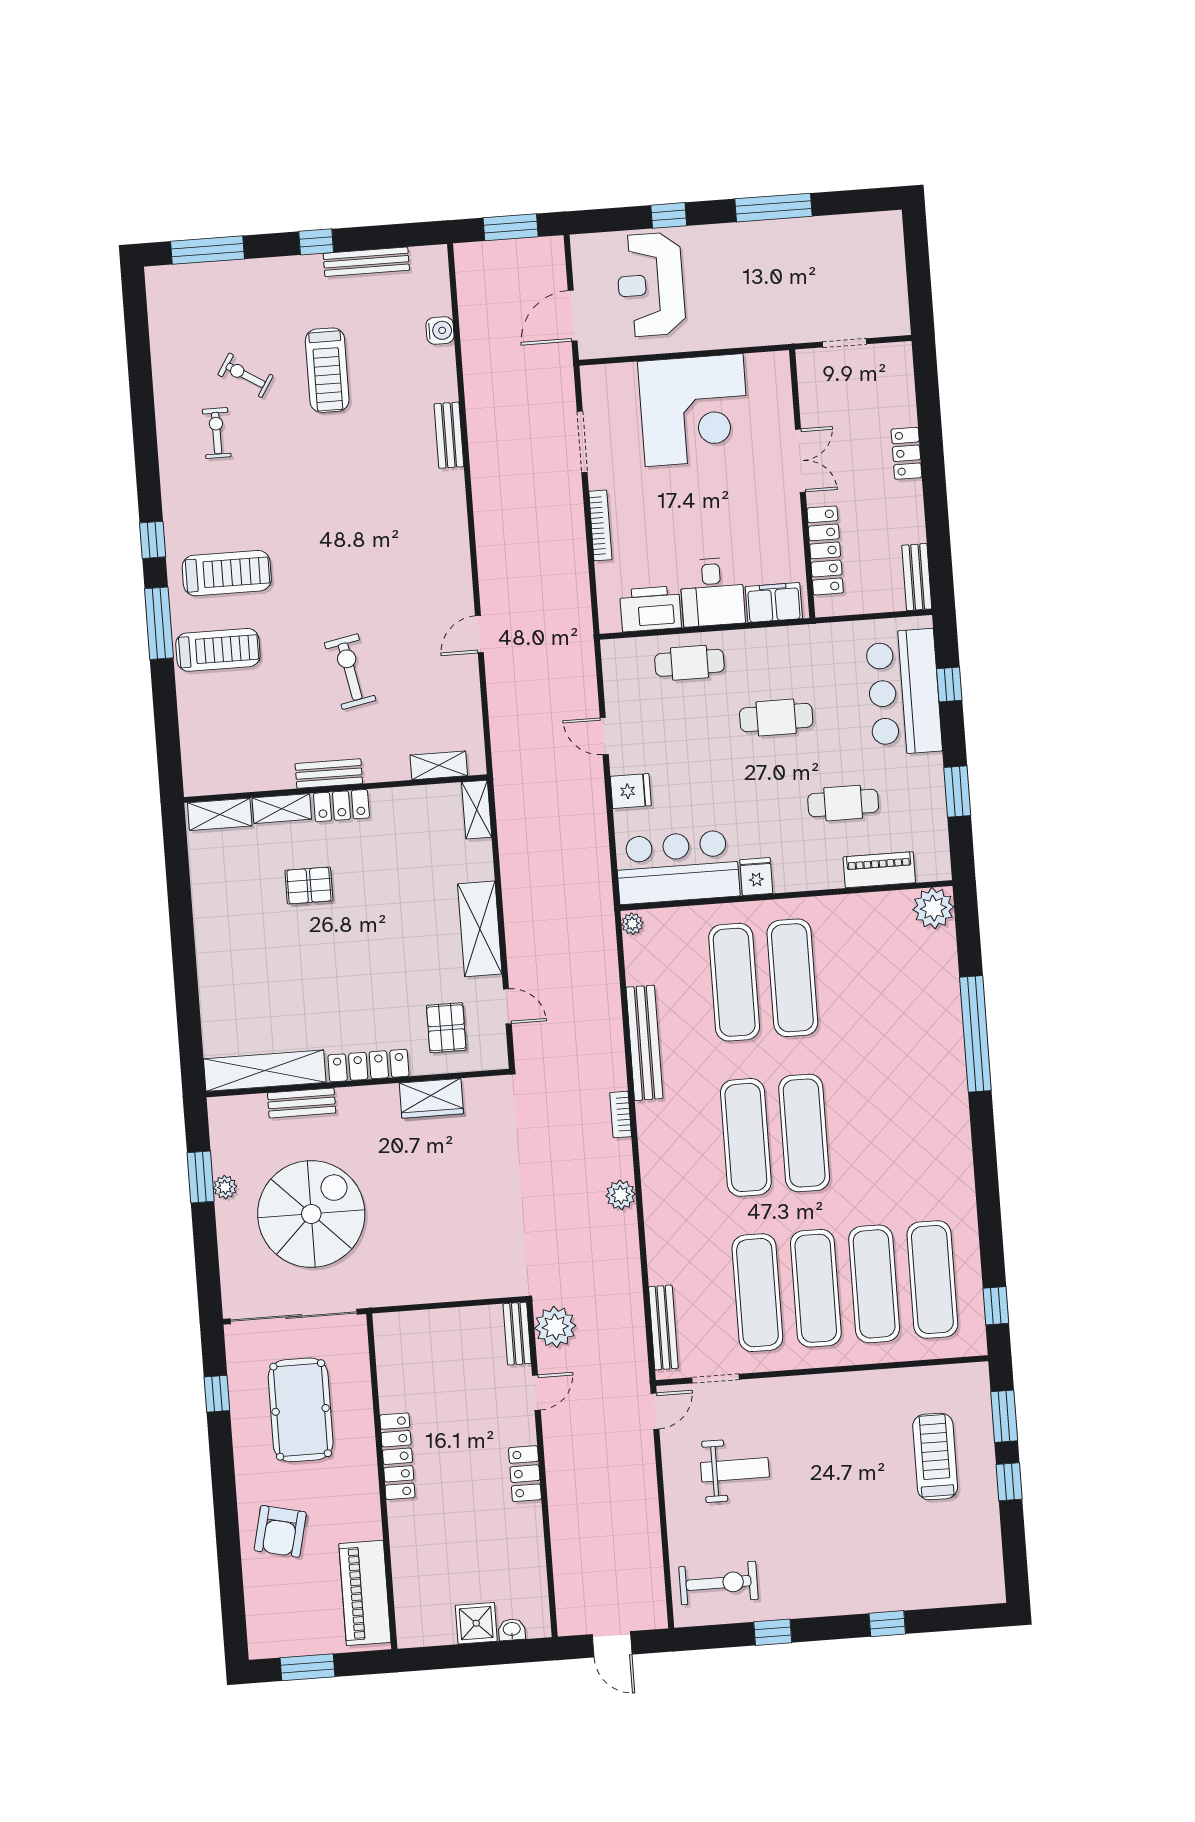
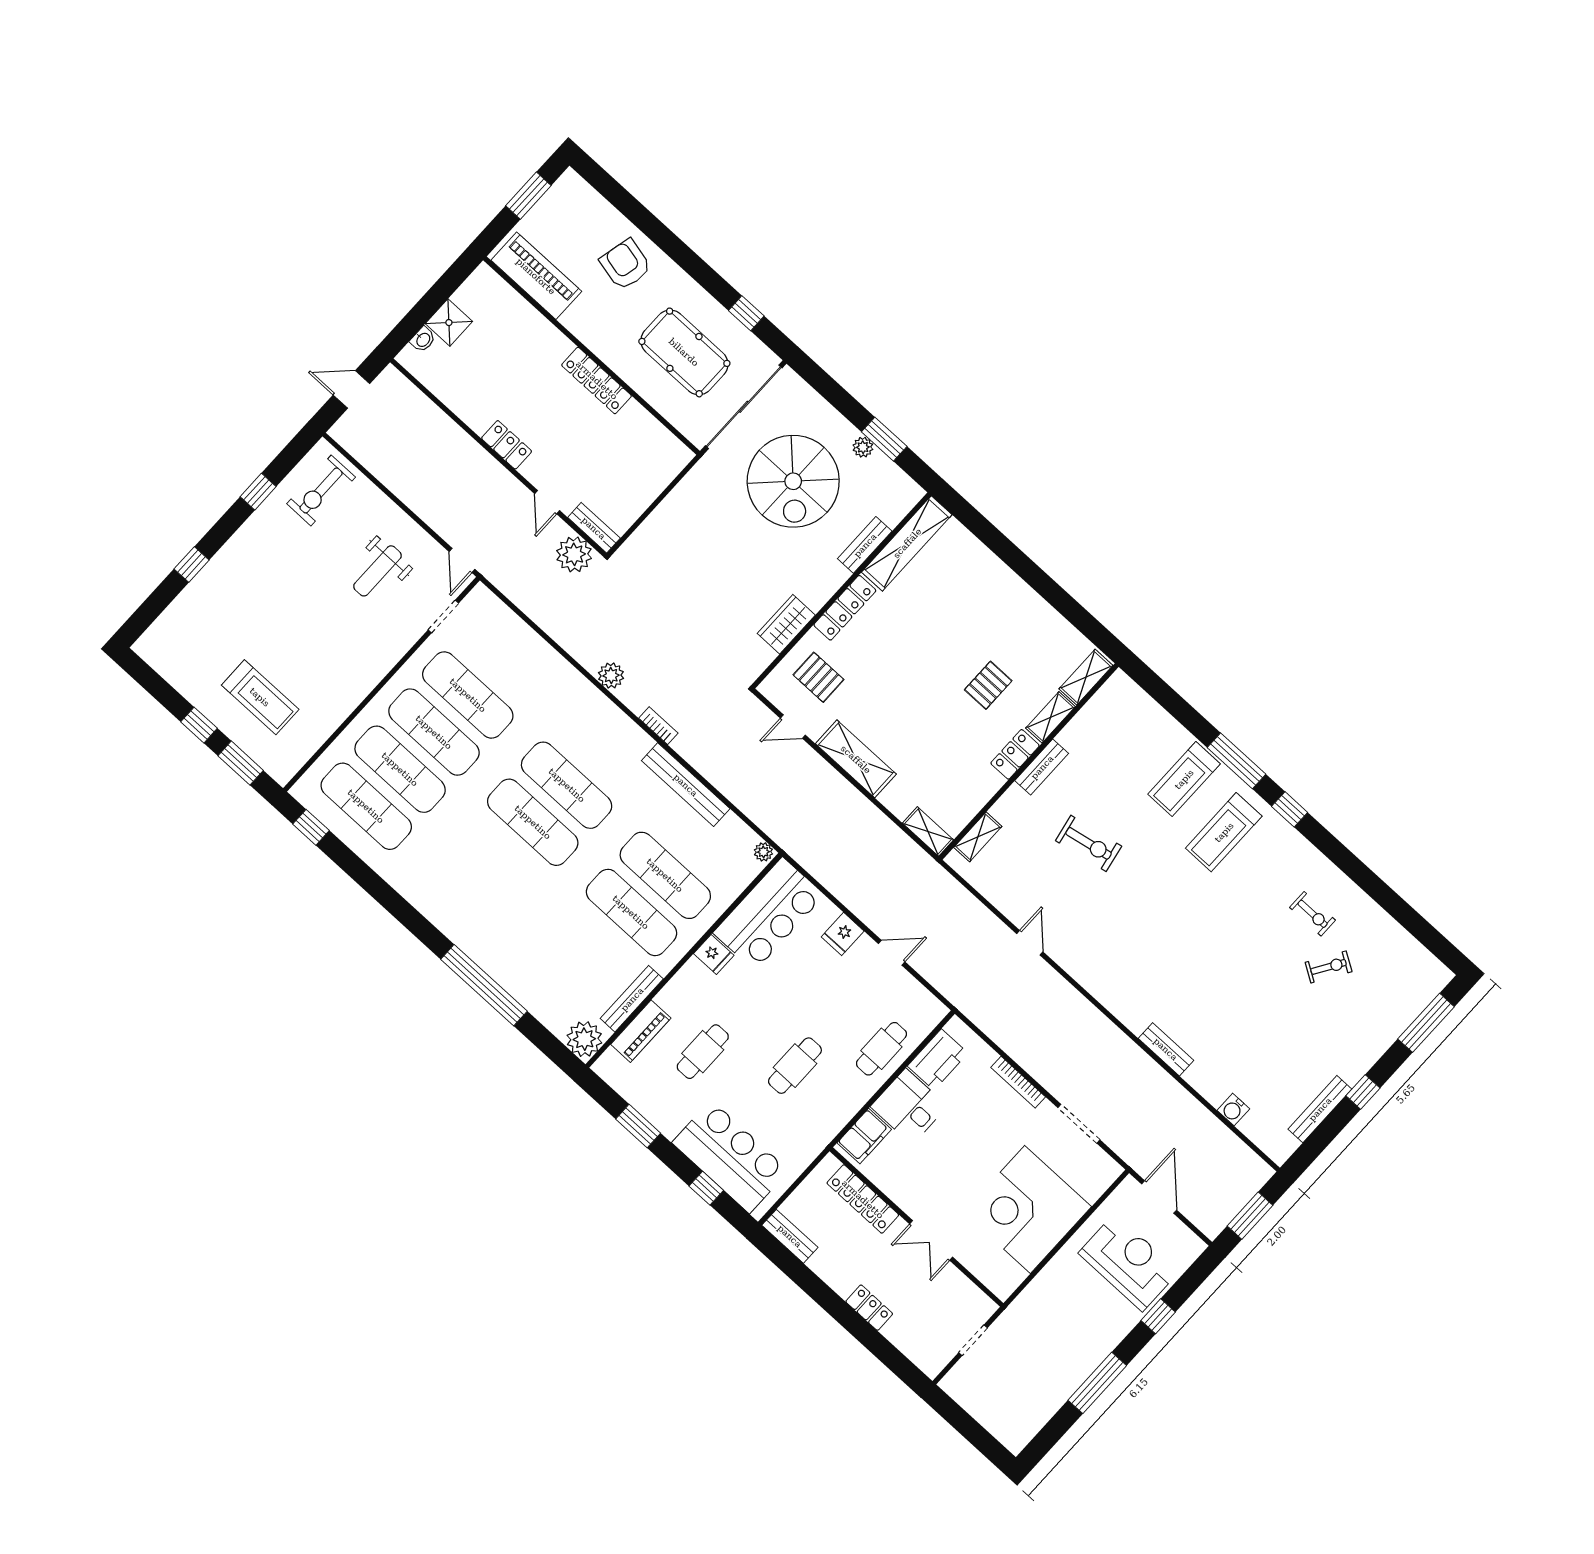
treadmill: (327, 370) -> (1280, 1018), removed
bench: (663, 1327) -> (632, 999), moved, turned 90

